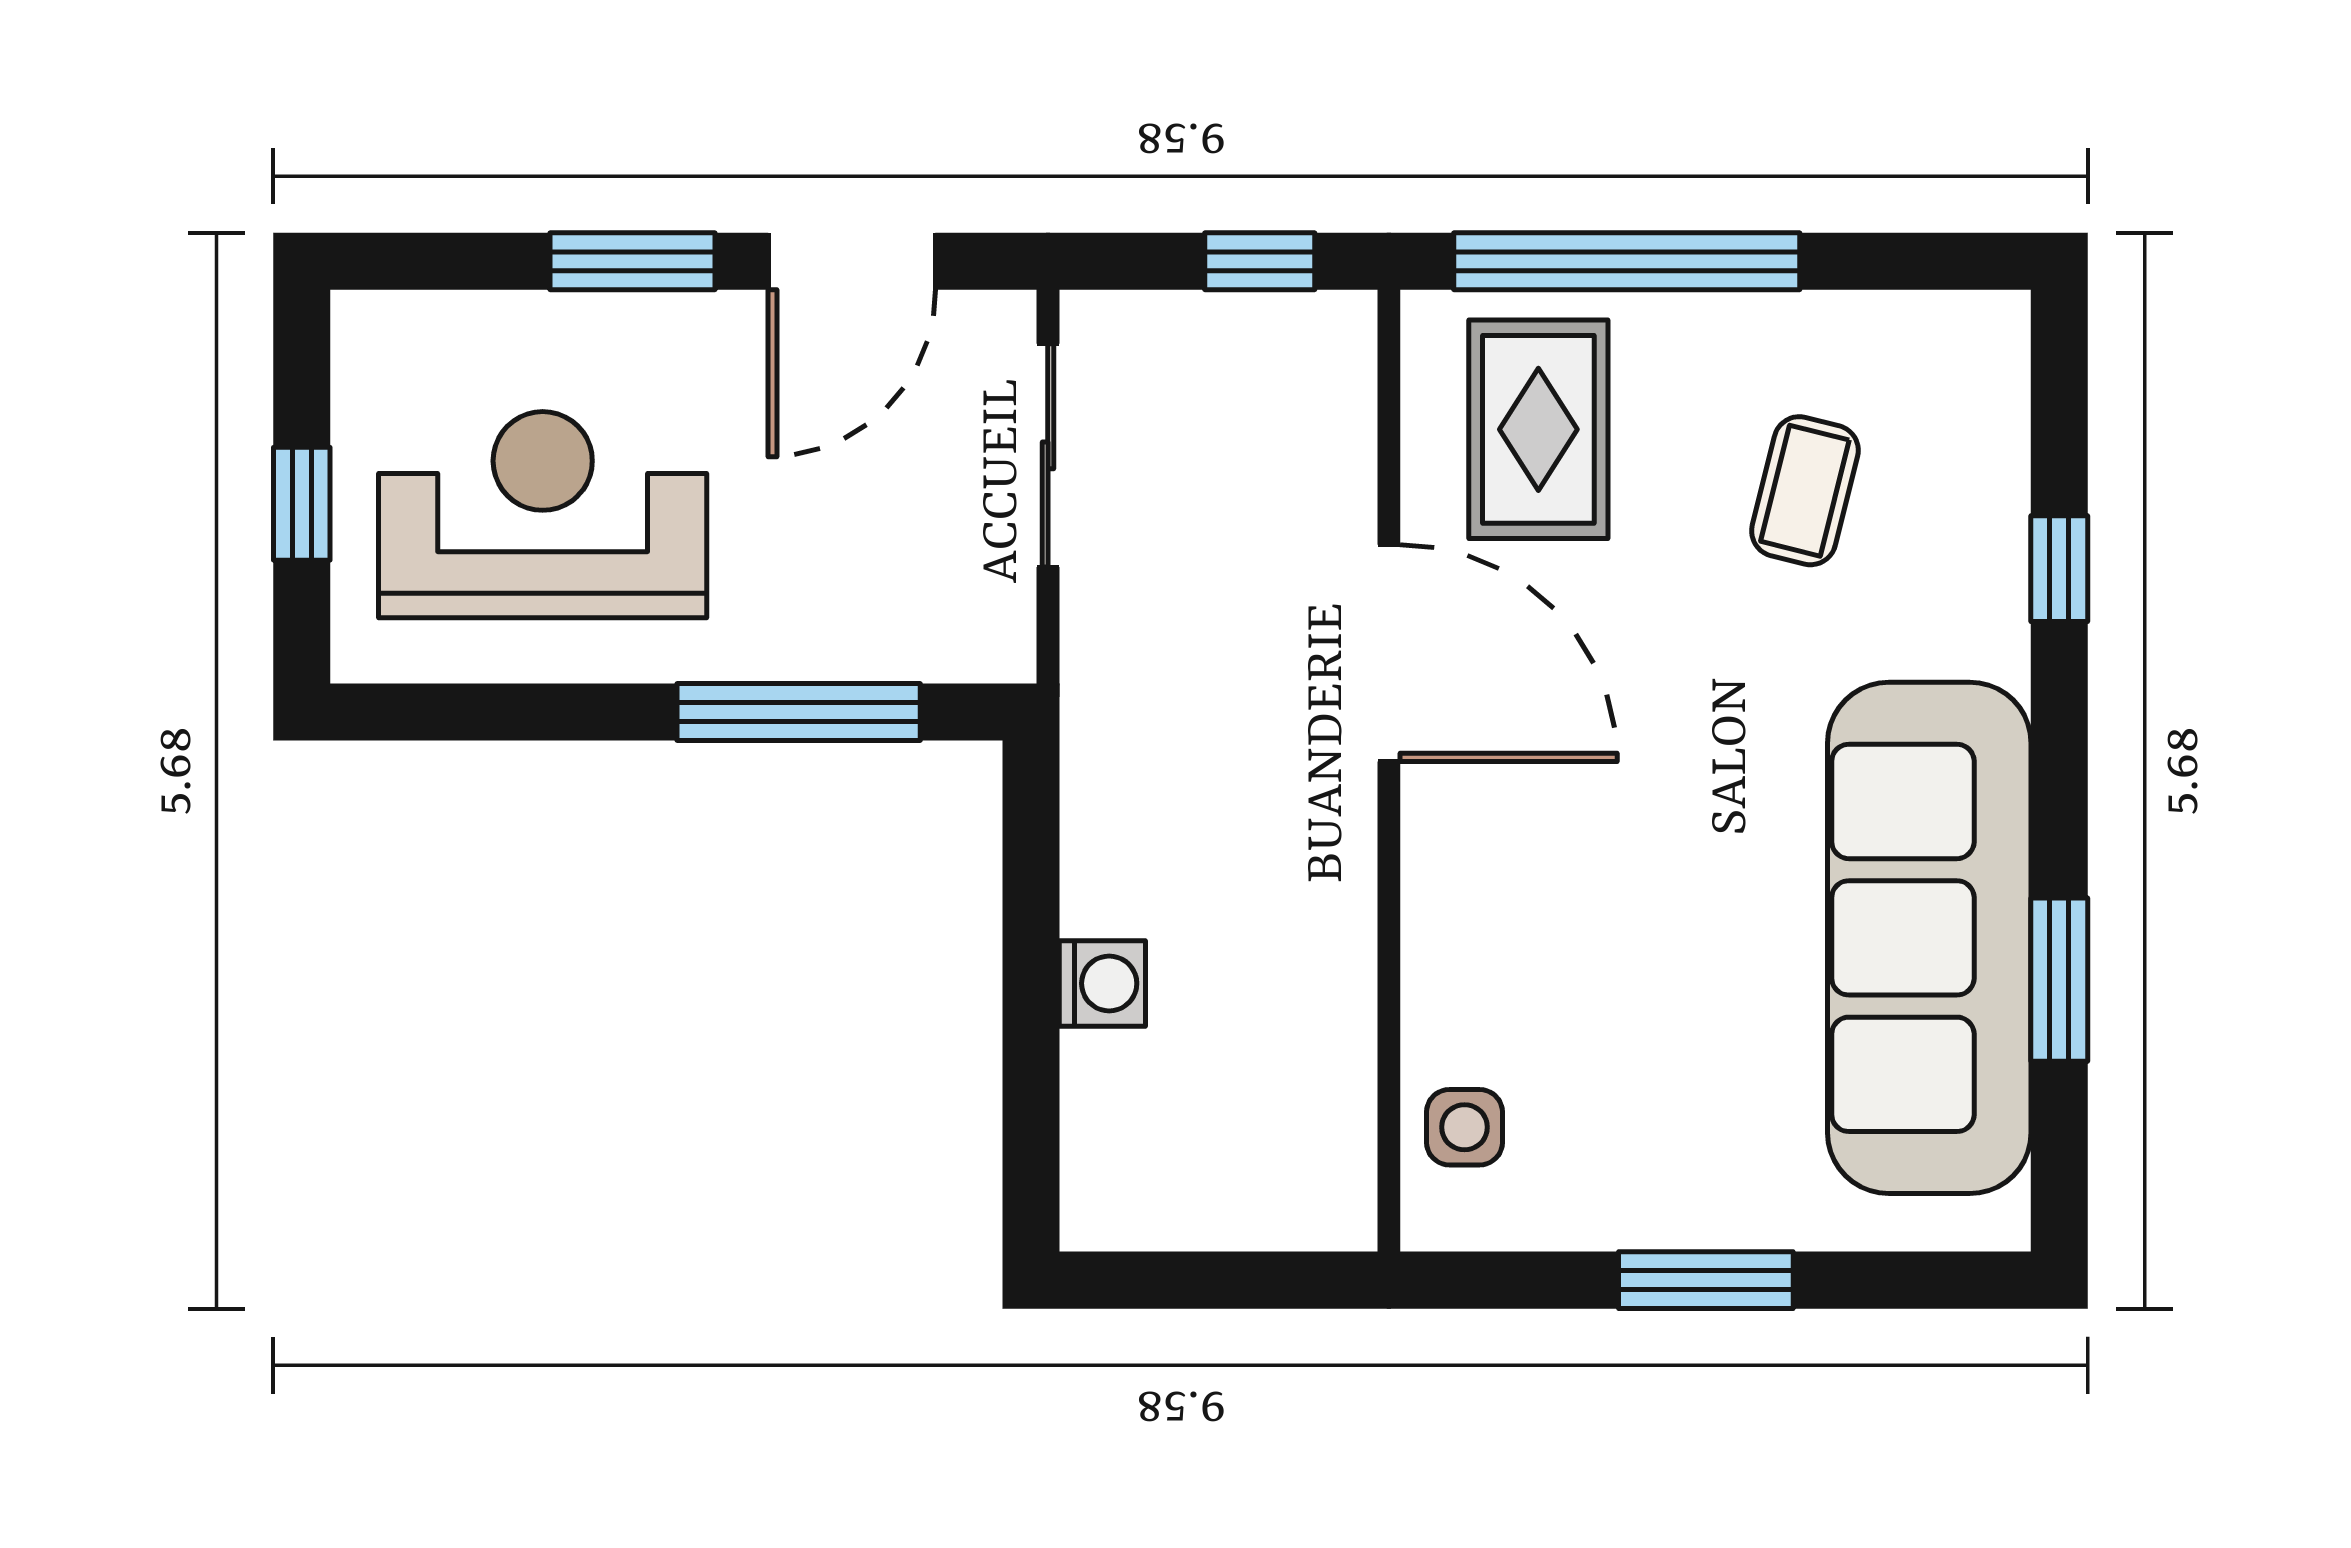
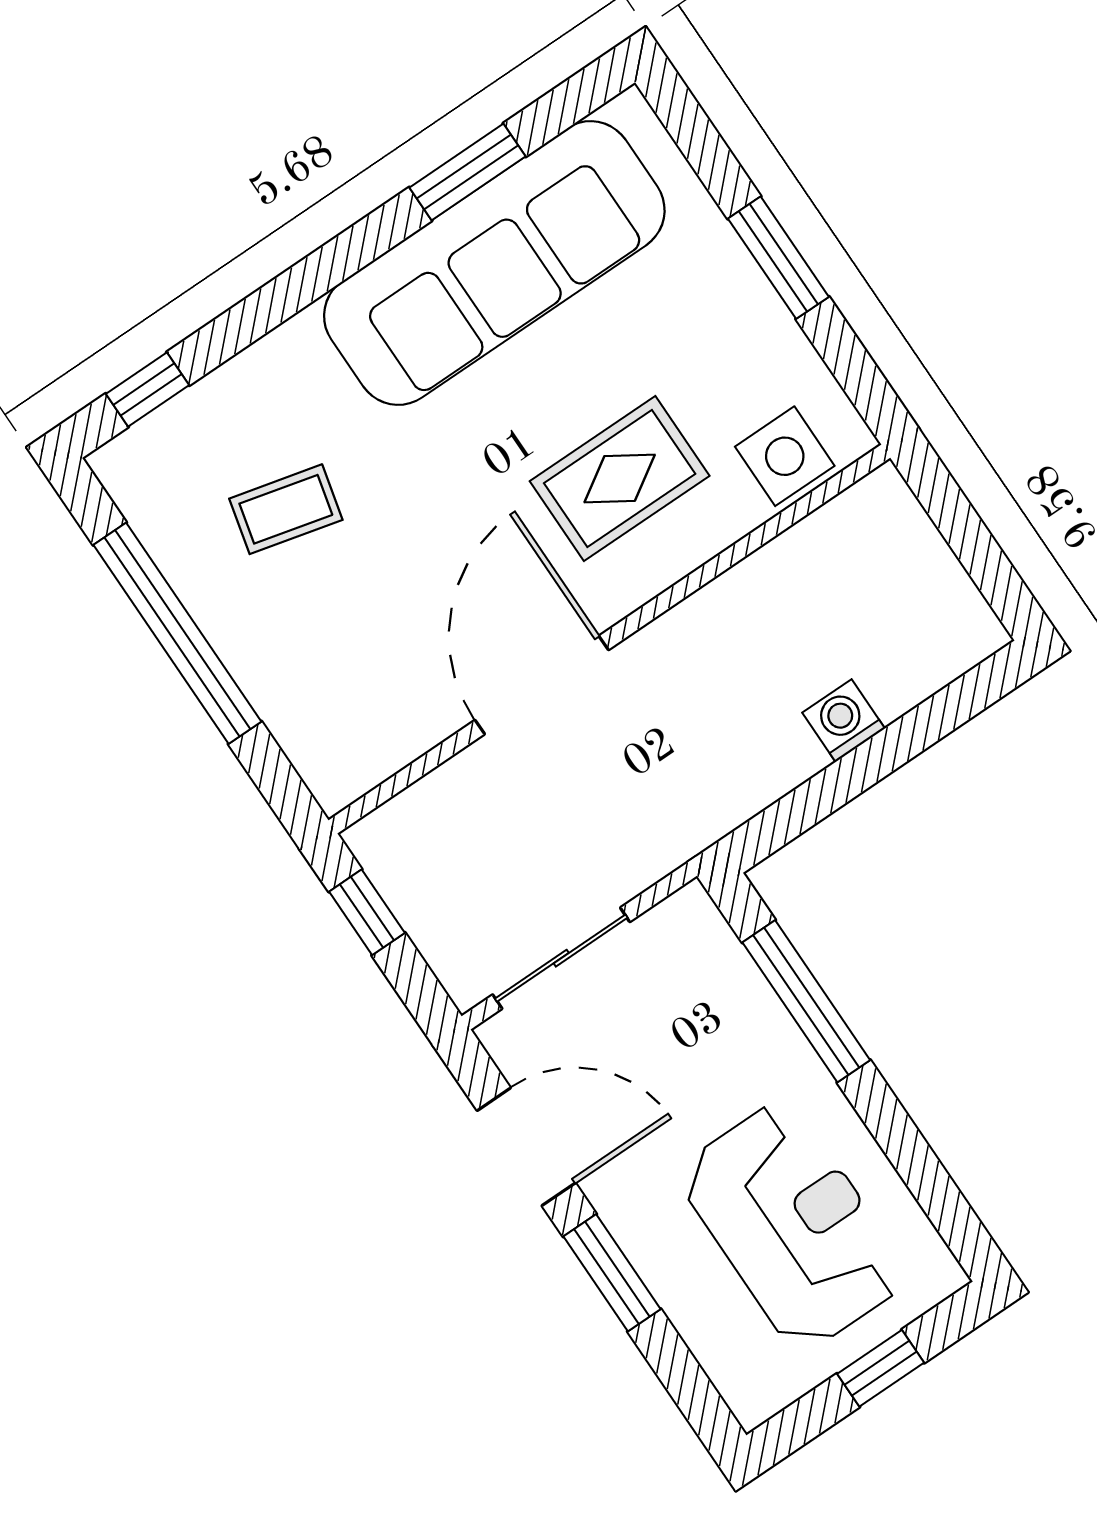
window: (1627, 261) -> (177, 633), moved
rug: (1538, 429) -> (620, 479), moved
reception desk: (543, 515) -> (793, 1225), turned 180
window: (2059, 569) -> (147, 389), moved
side table: (1464, 1127) -> (785, 456), width x1.37, depth x1.37

